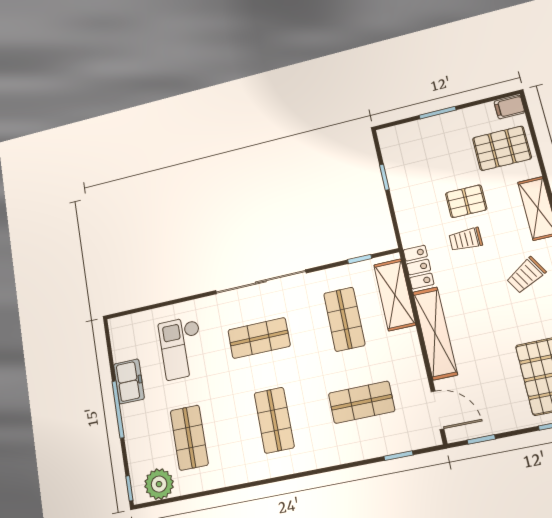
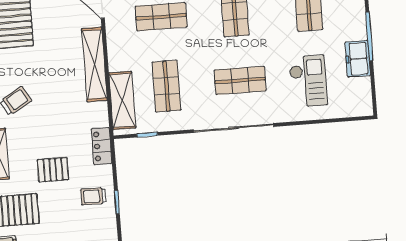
trolley: (466, 239) -> (93, 196), moved, turned 180
locker: (419, 267) -> (102, 146), moved

